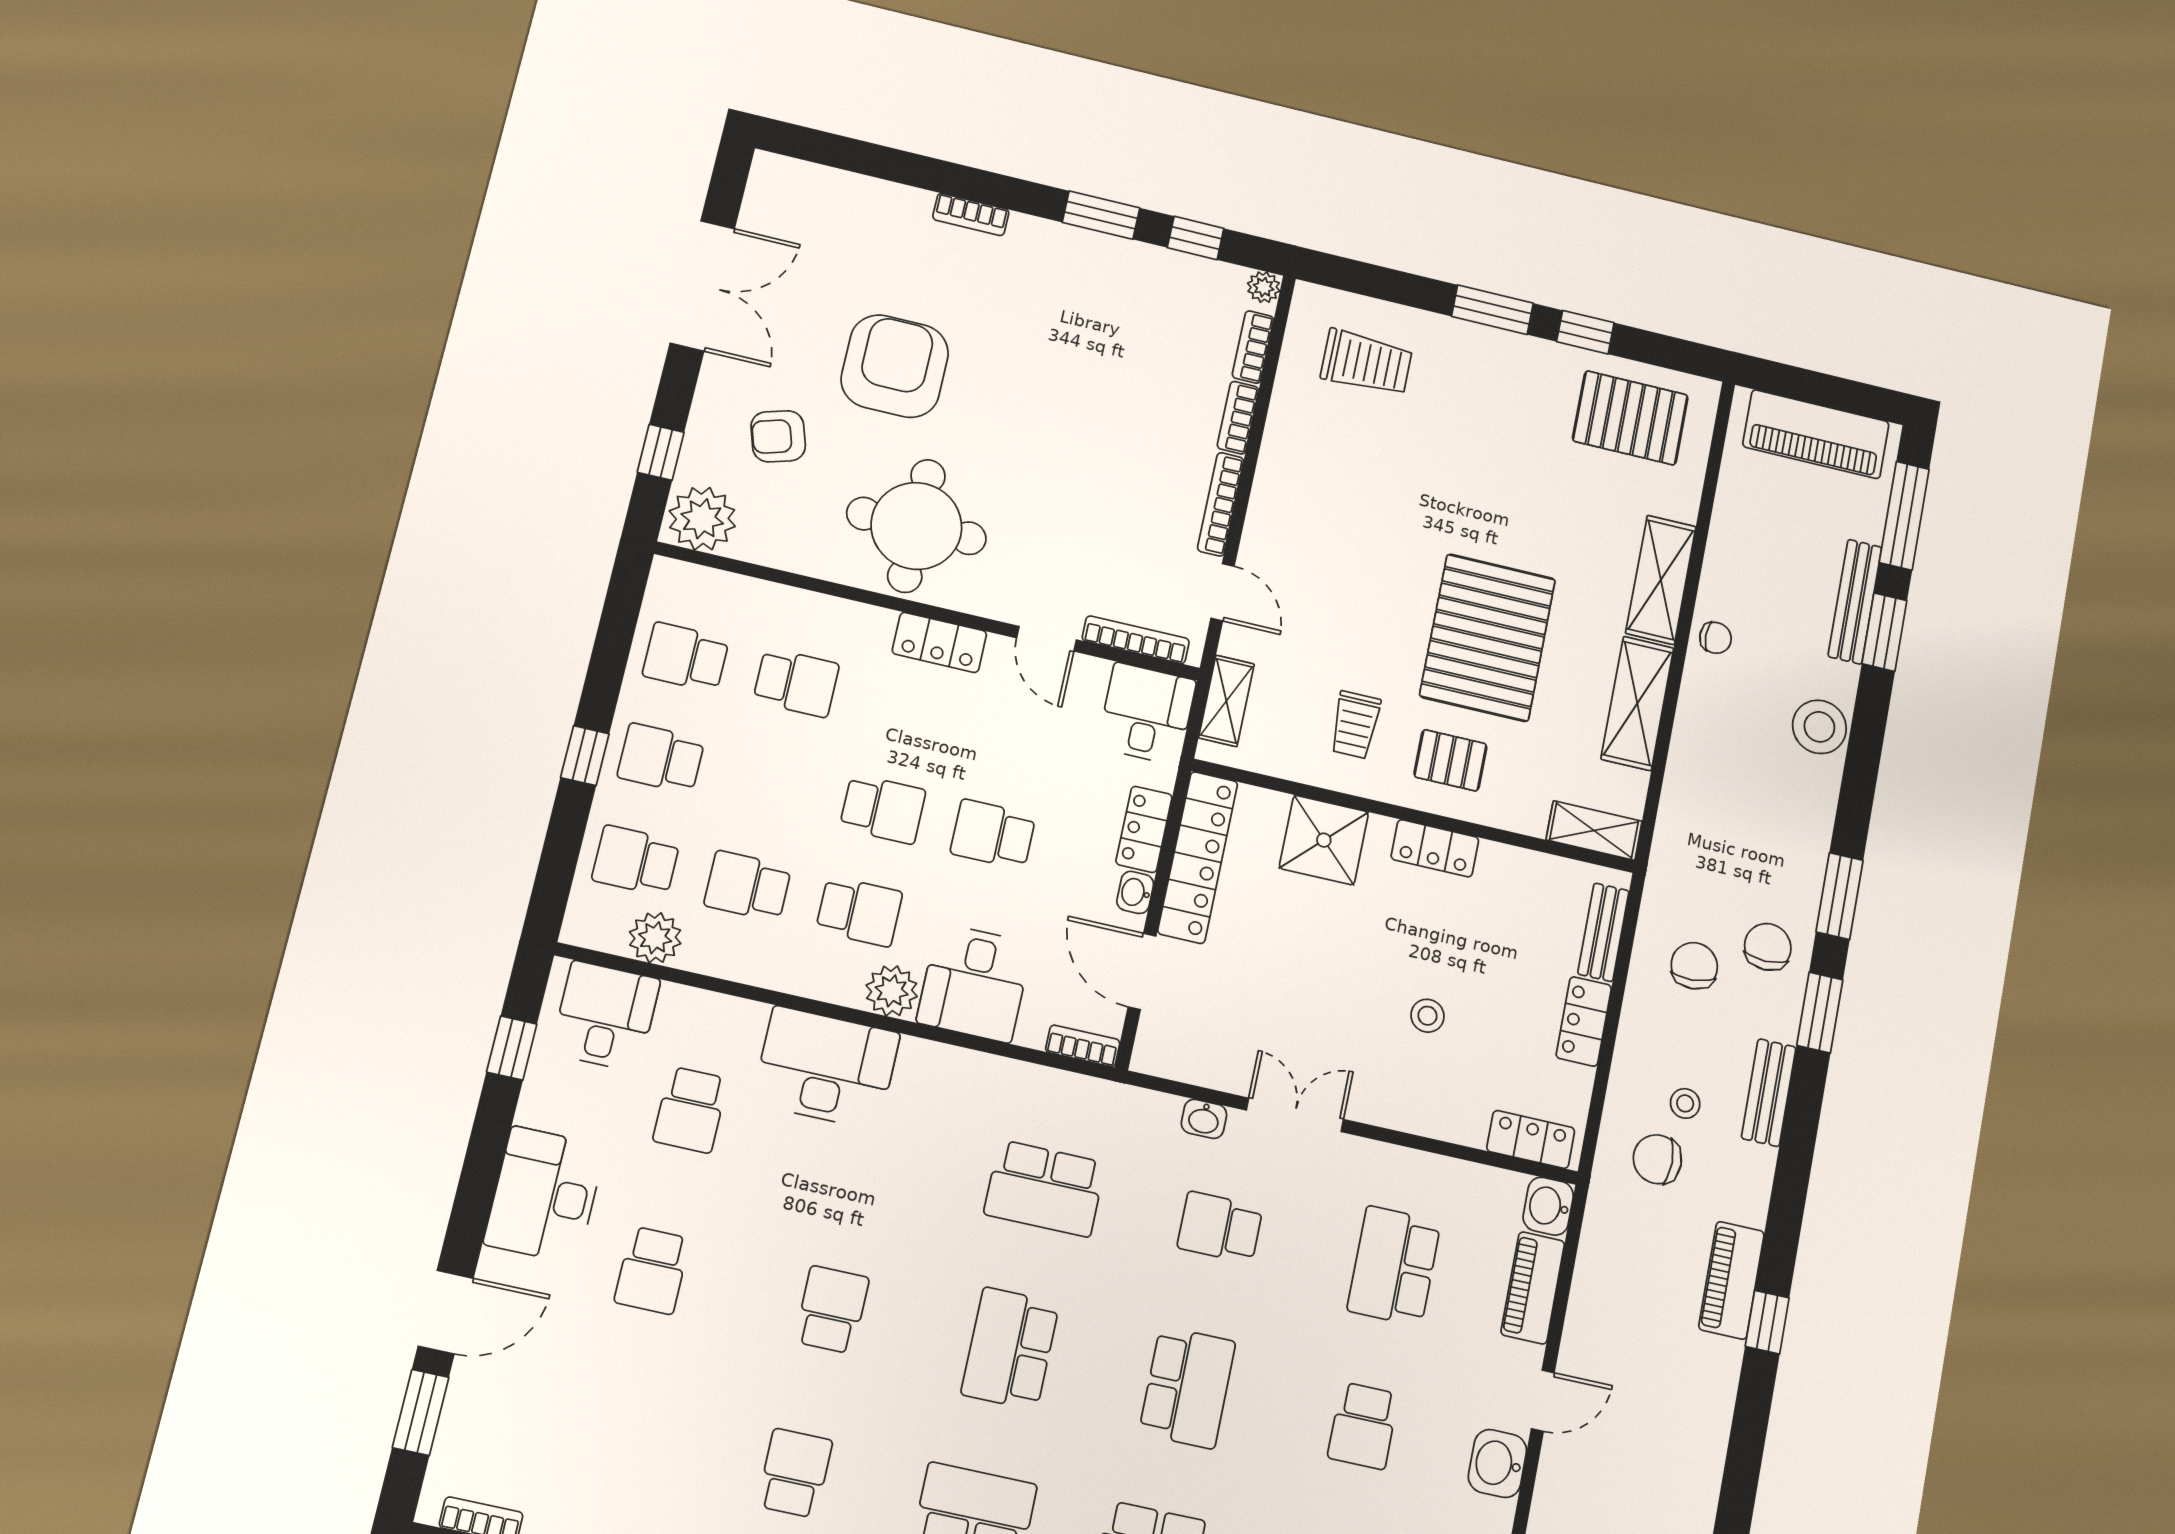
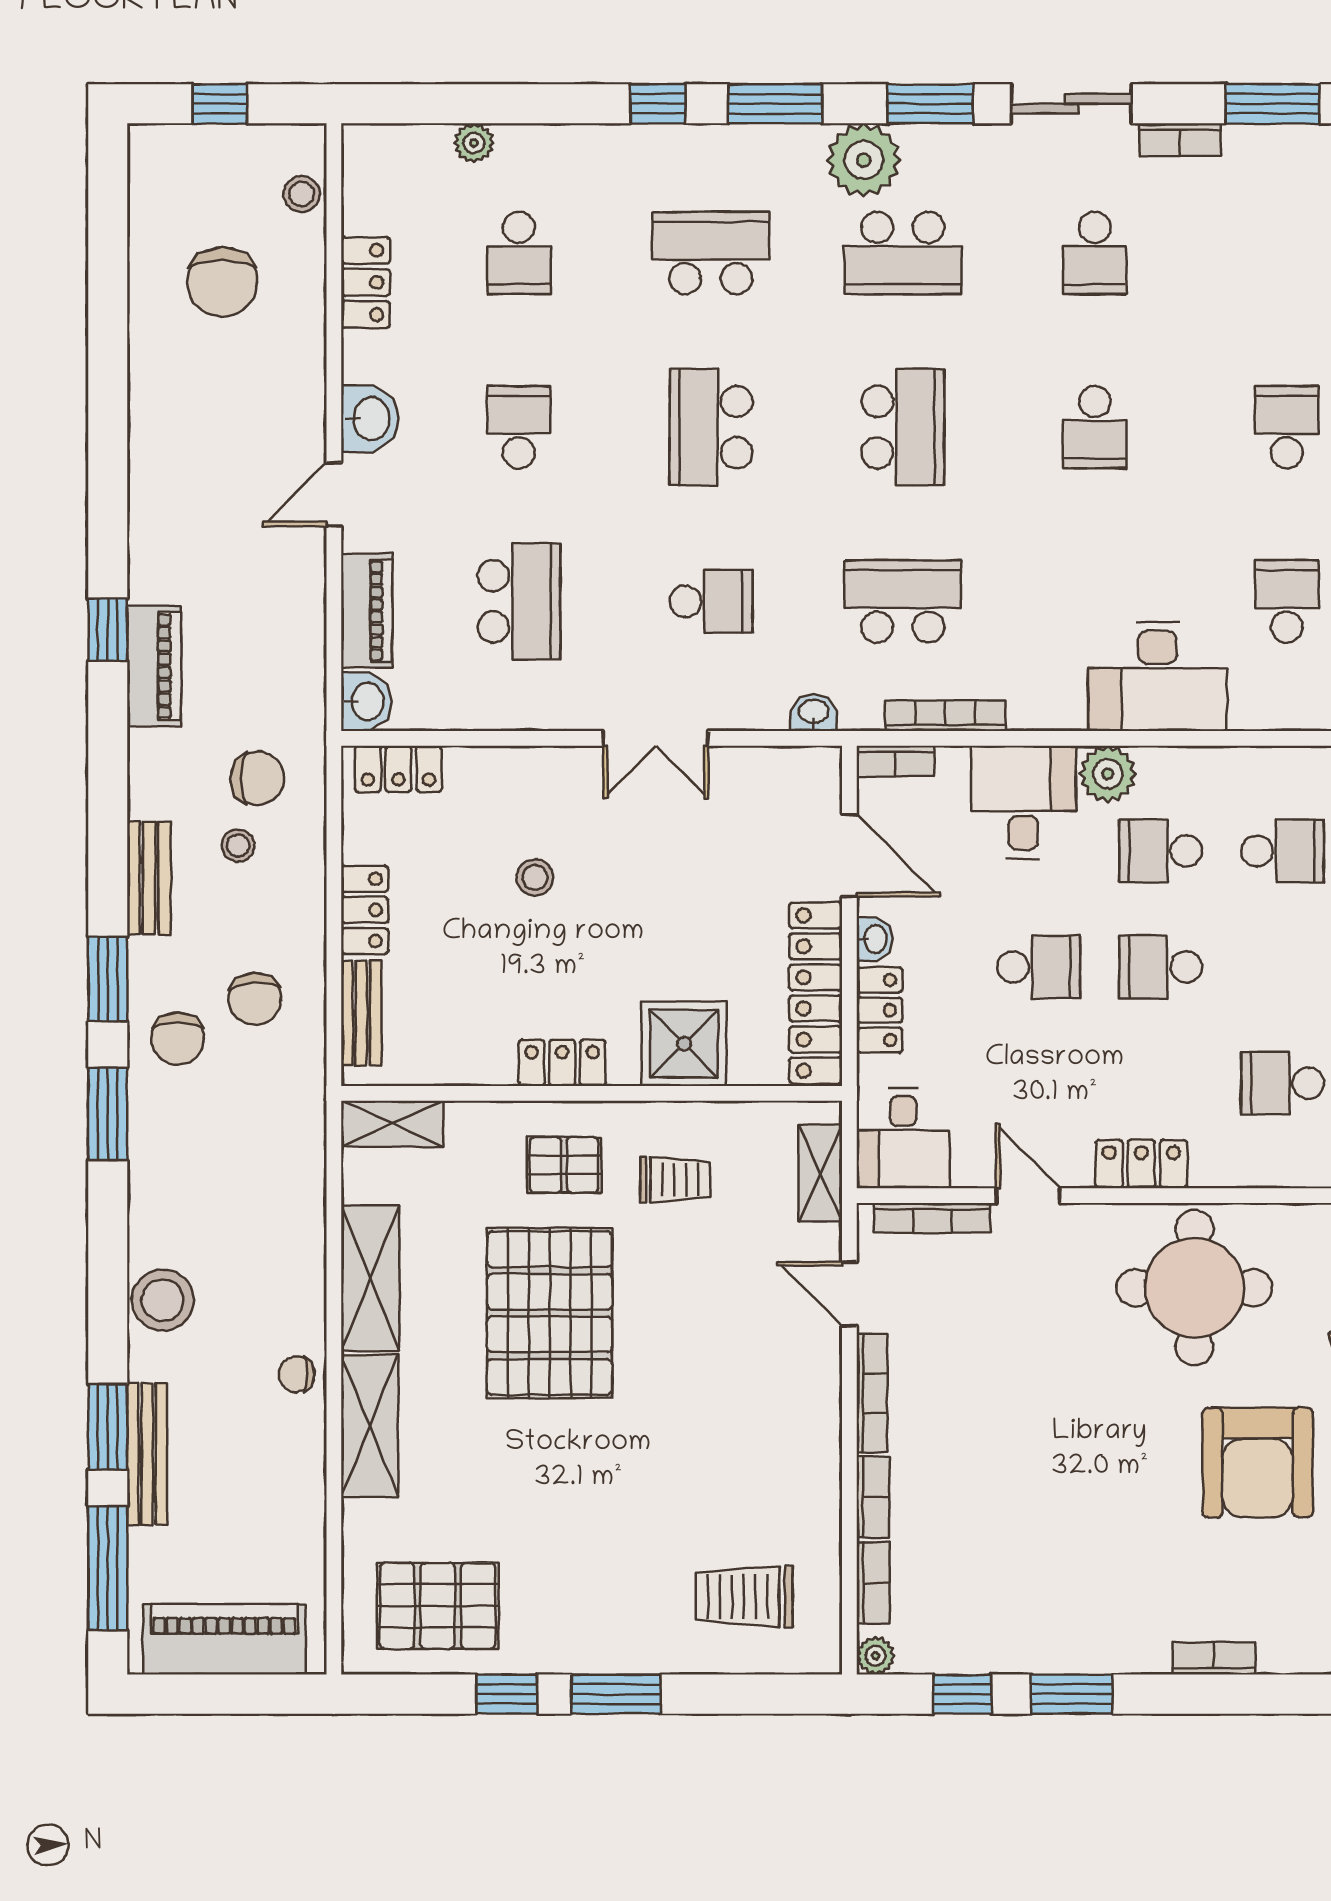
trolley: (1355, 725) -> (676, 1180), turned 90
bookcase: (1028, 1076) -> (945, 716), added
washbasin: (1204, 1119) -> (813, 712), moved

